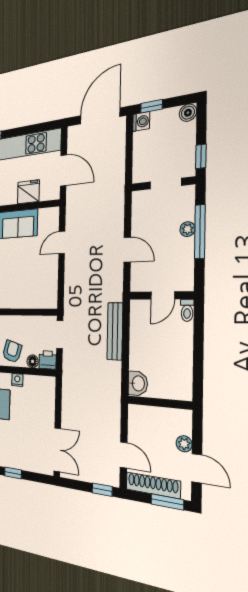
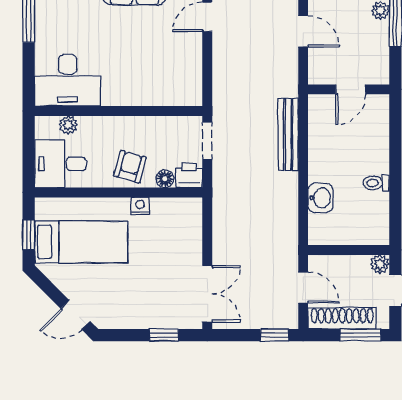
toilet: (187, 310) -> (376, 183), moved, turned 90
wall: (159, 403) -> (349, 250), moved
window: (13, 473) -> (164, 335), moved

